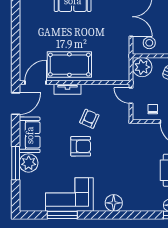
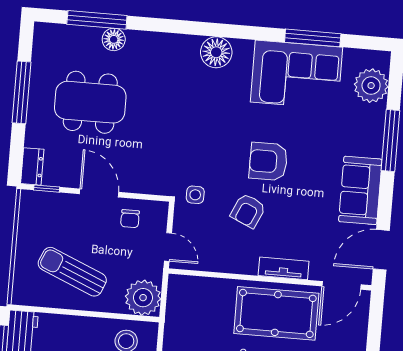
side table: (119, 125) -> (195, 195), added
plant: (29, 163) -> (371, 86), moved

